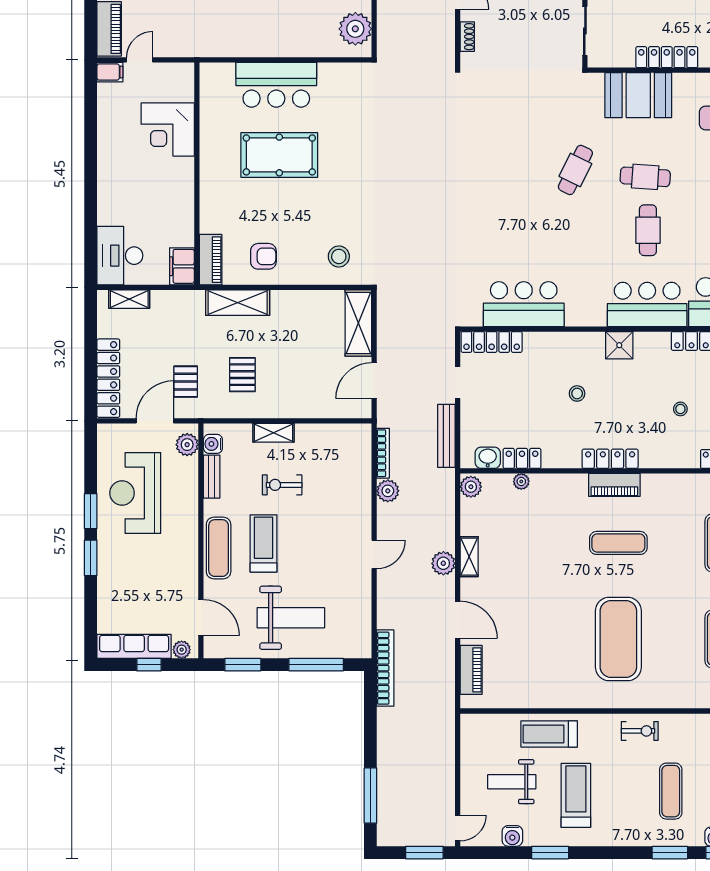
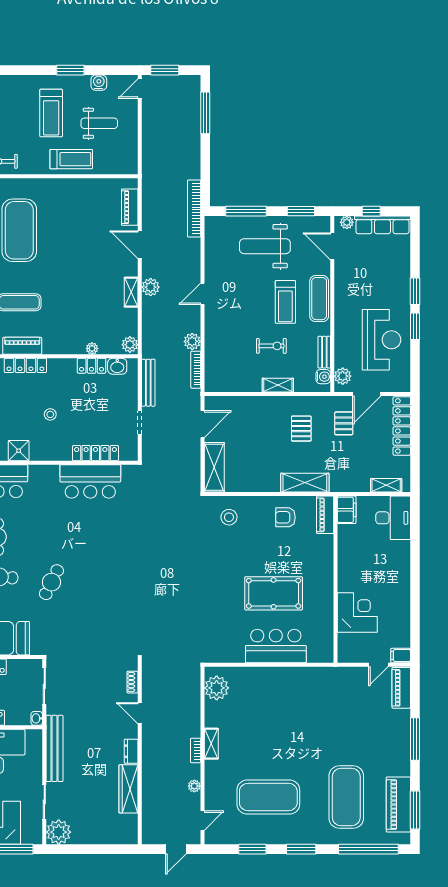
locker: (492, 342) -> (95, 453), moved

